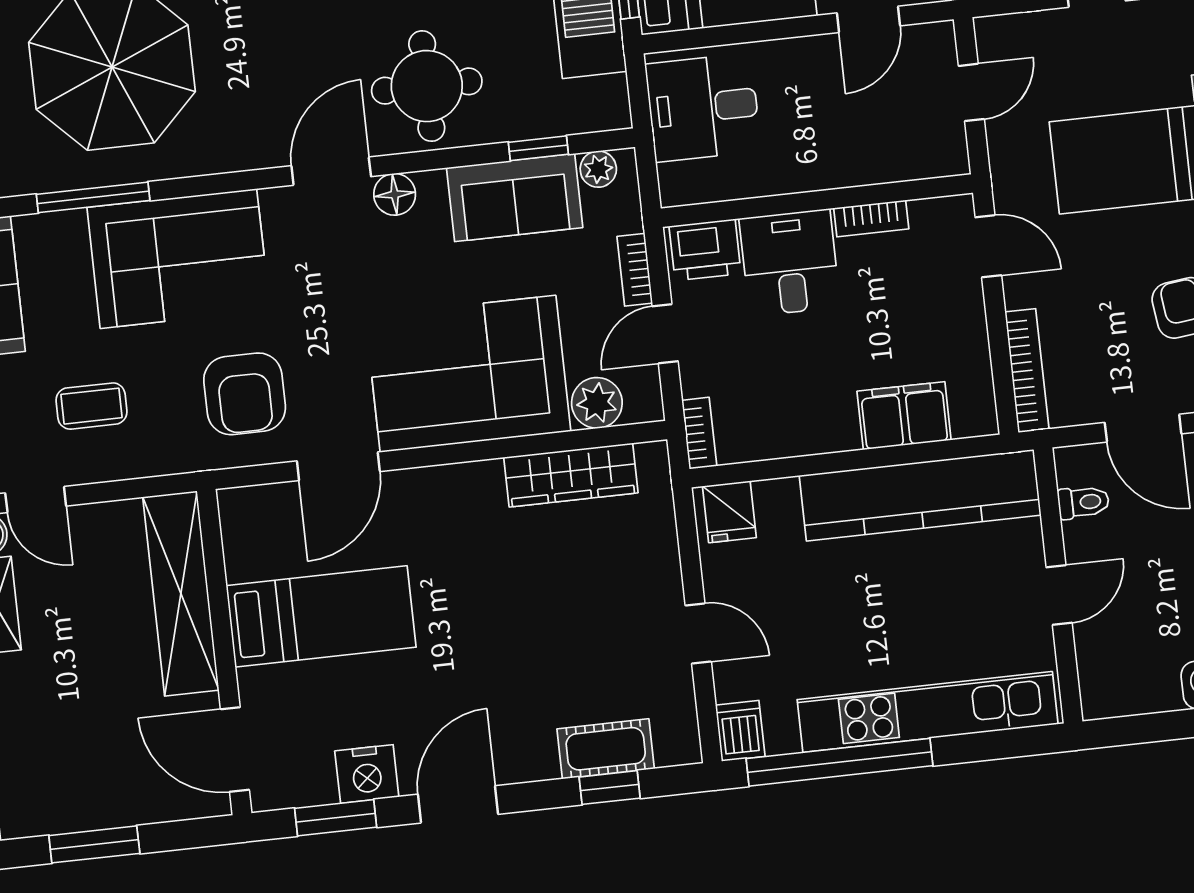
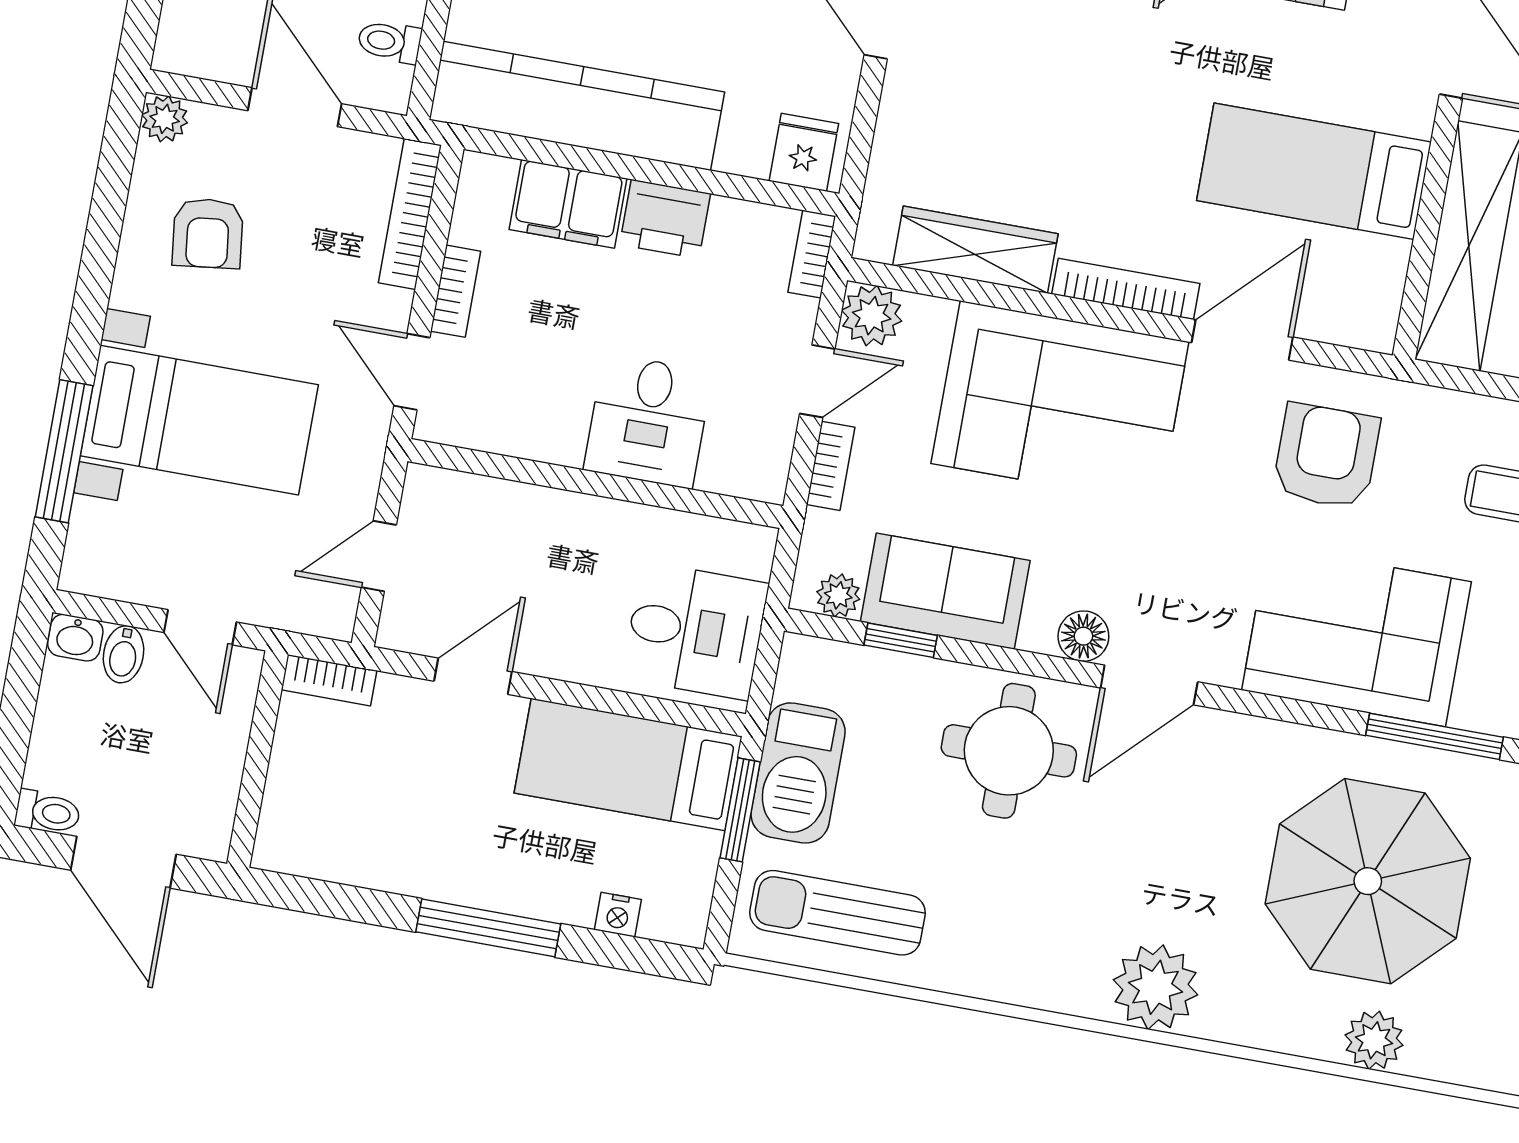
bookcase: (871, 219) -> (456, 291), moved, turned 90
printer: (705, 250) -> (665, 219), moved, turned 180
plant: (597, 403) -> (872, 316), moved
bookcase: (443, 479) -> (1126, 289), added

